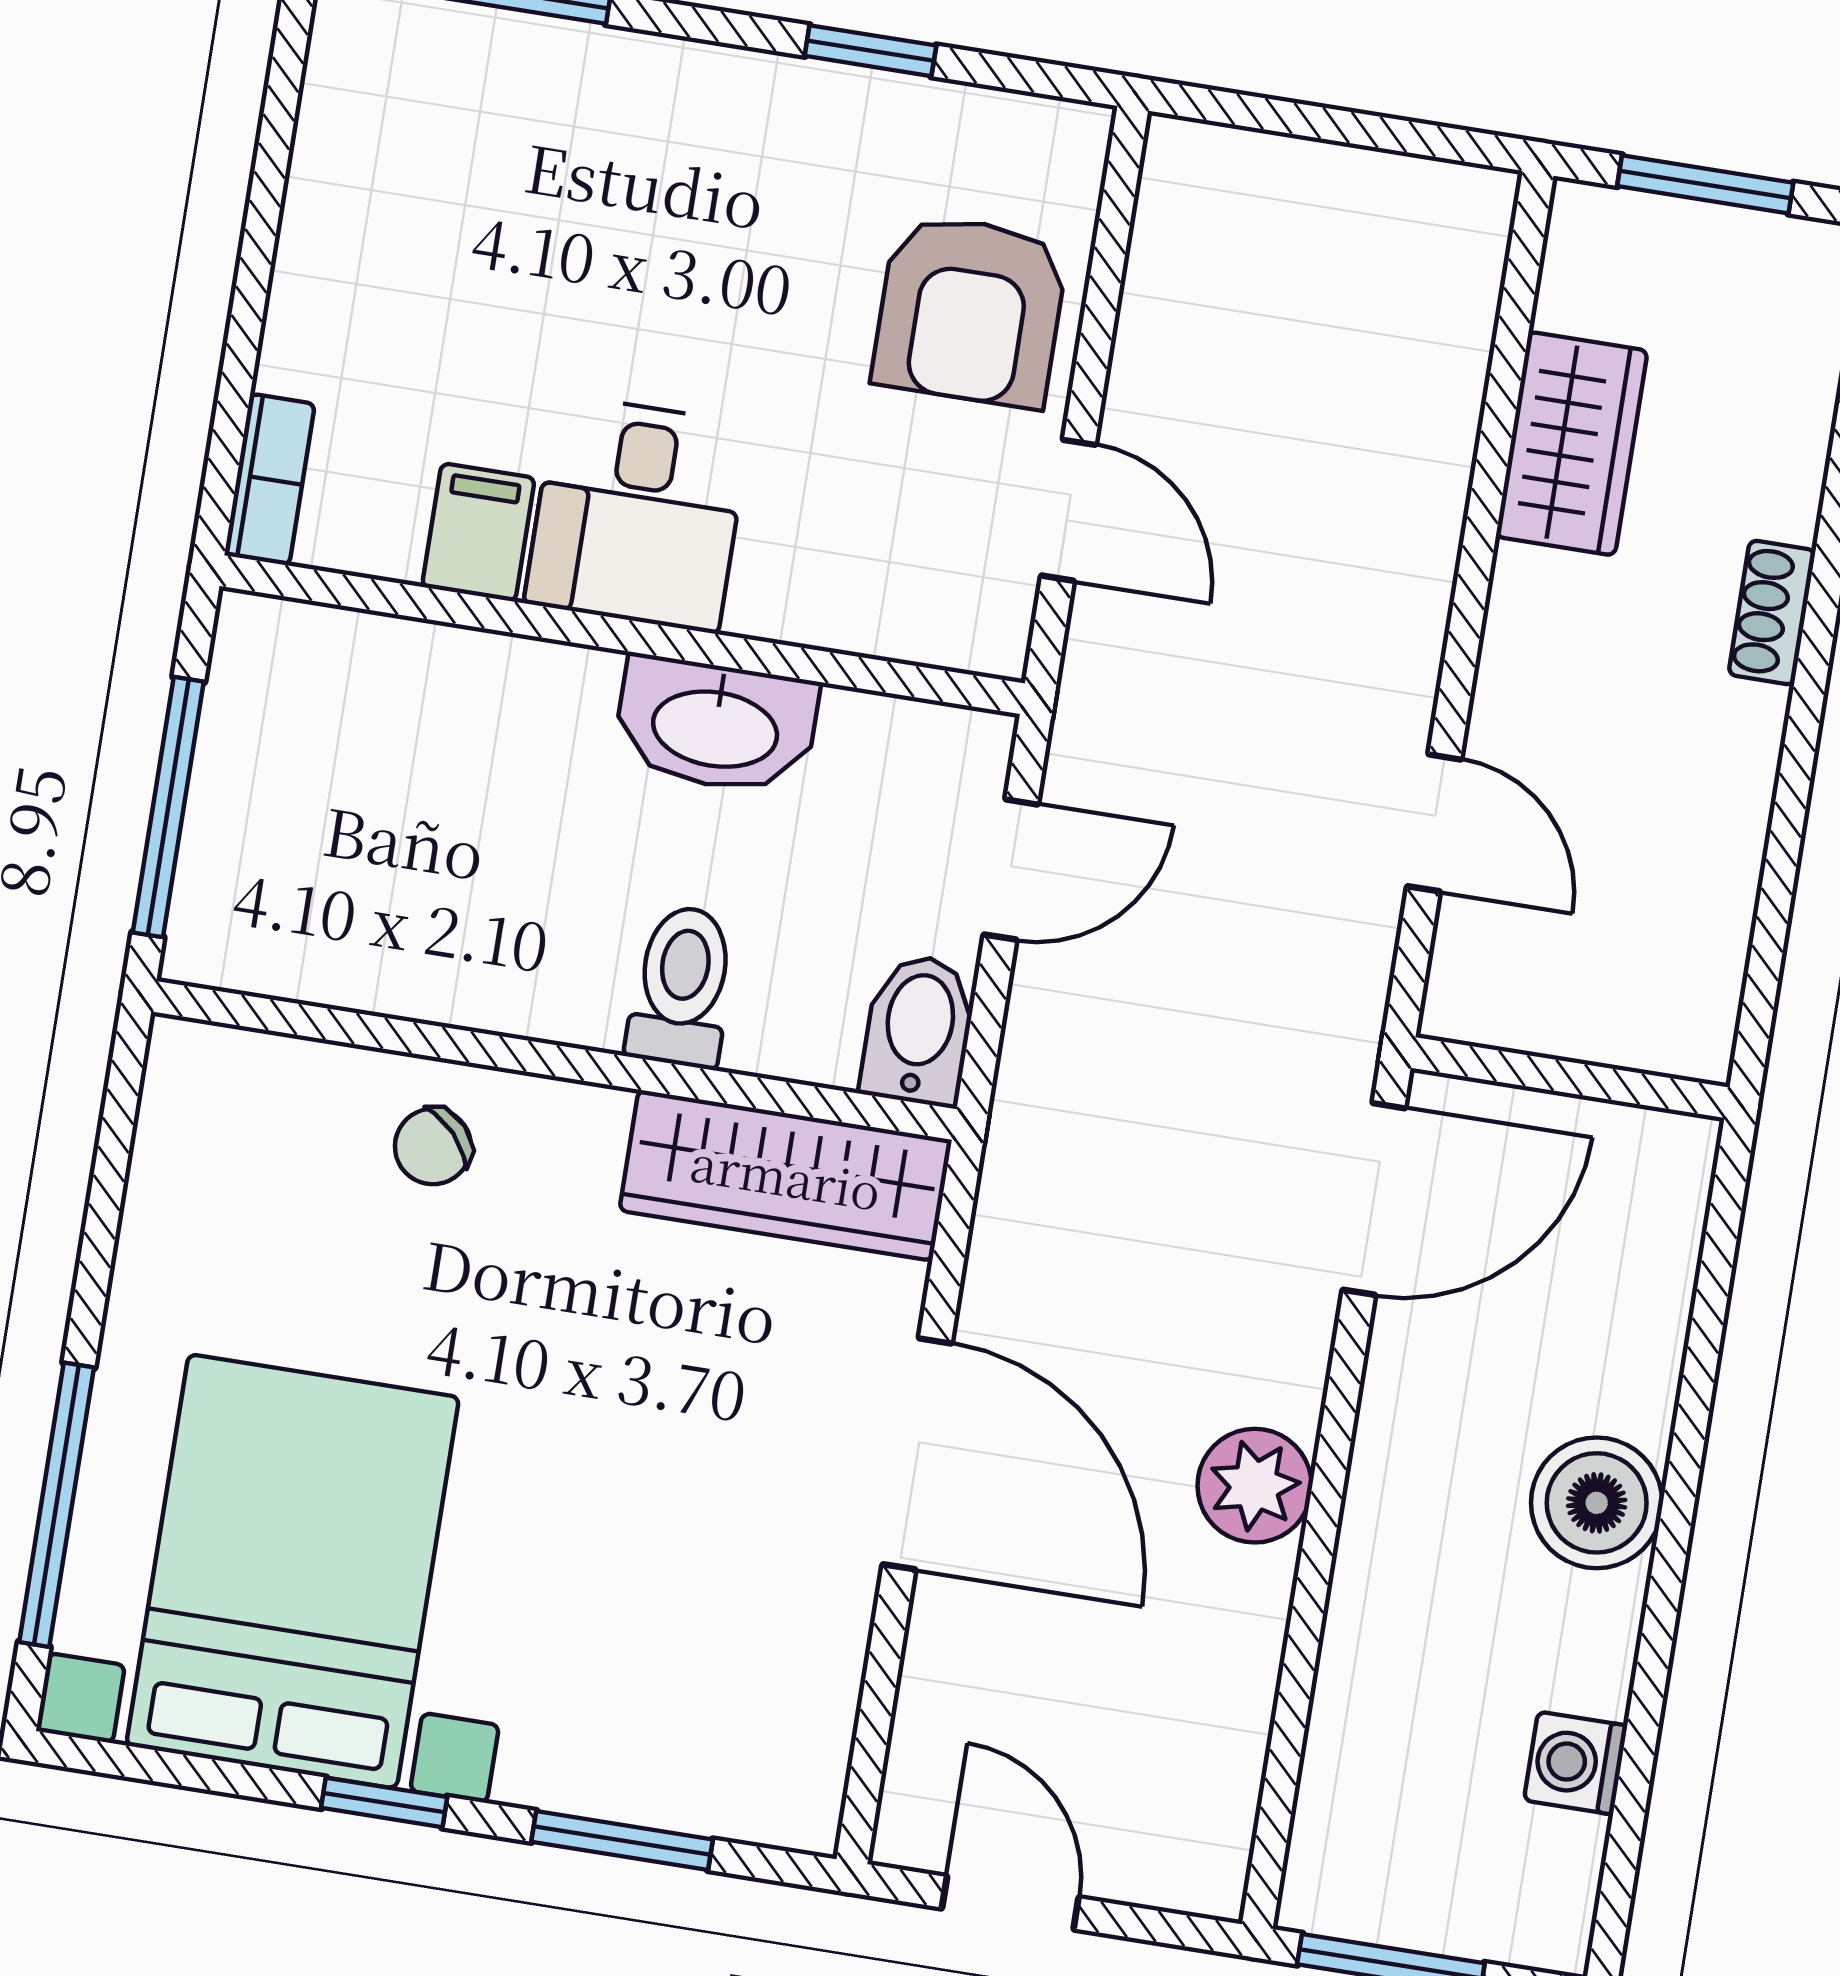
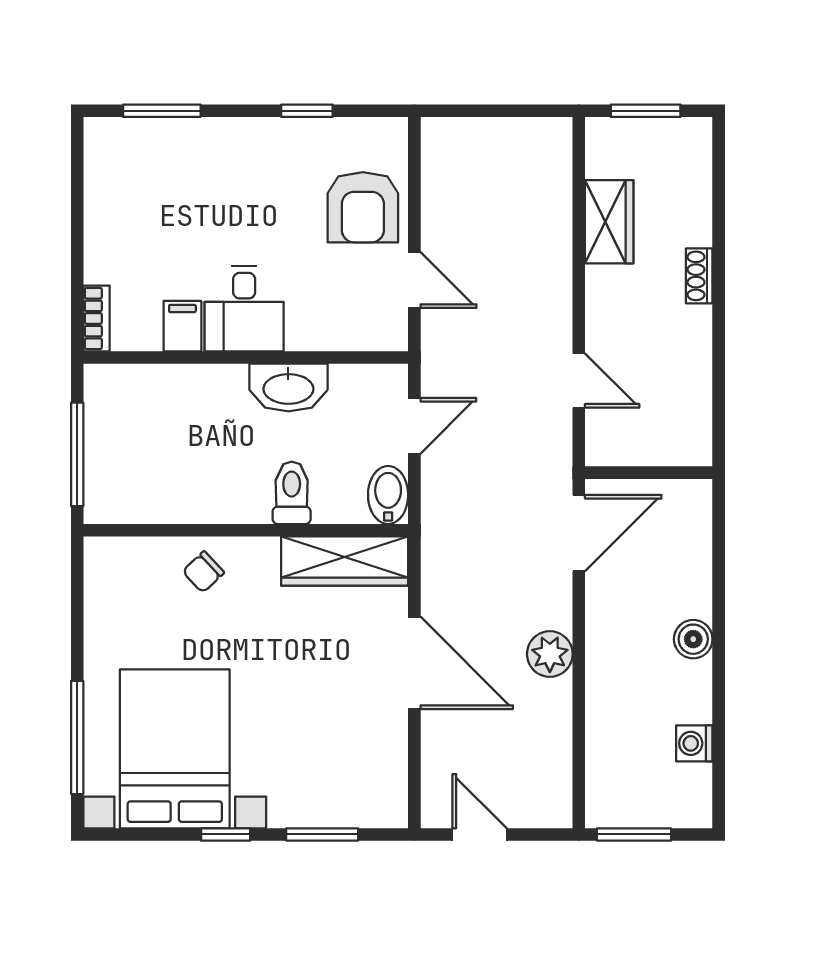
boiler: (1597, 1503) -> (693, 639), width x0.73, depth x0.73

